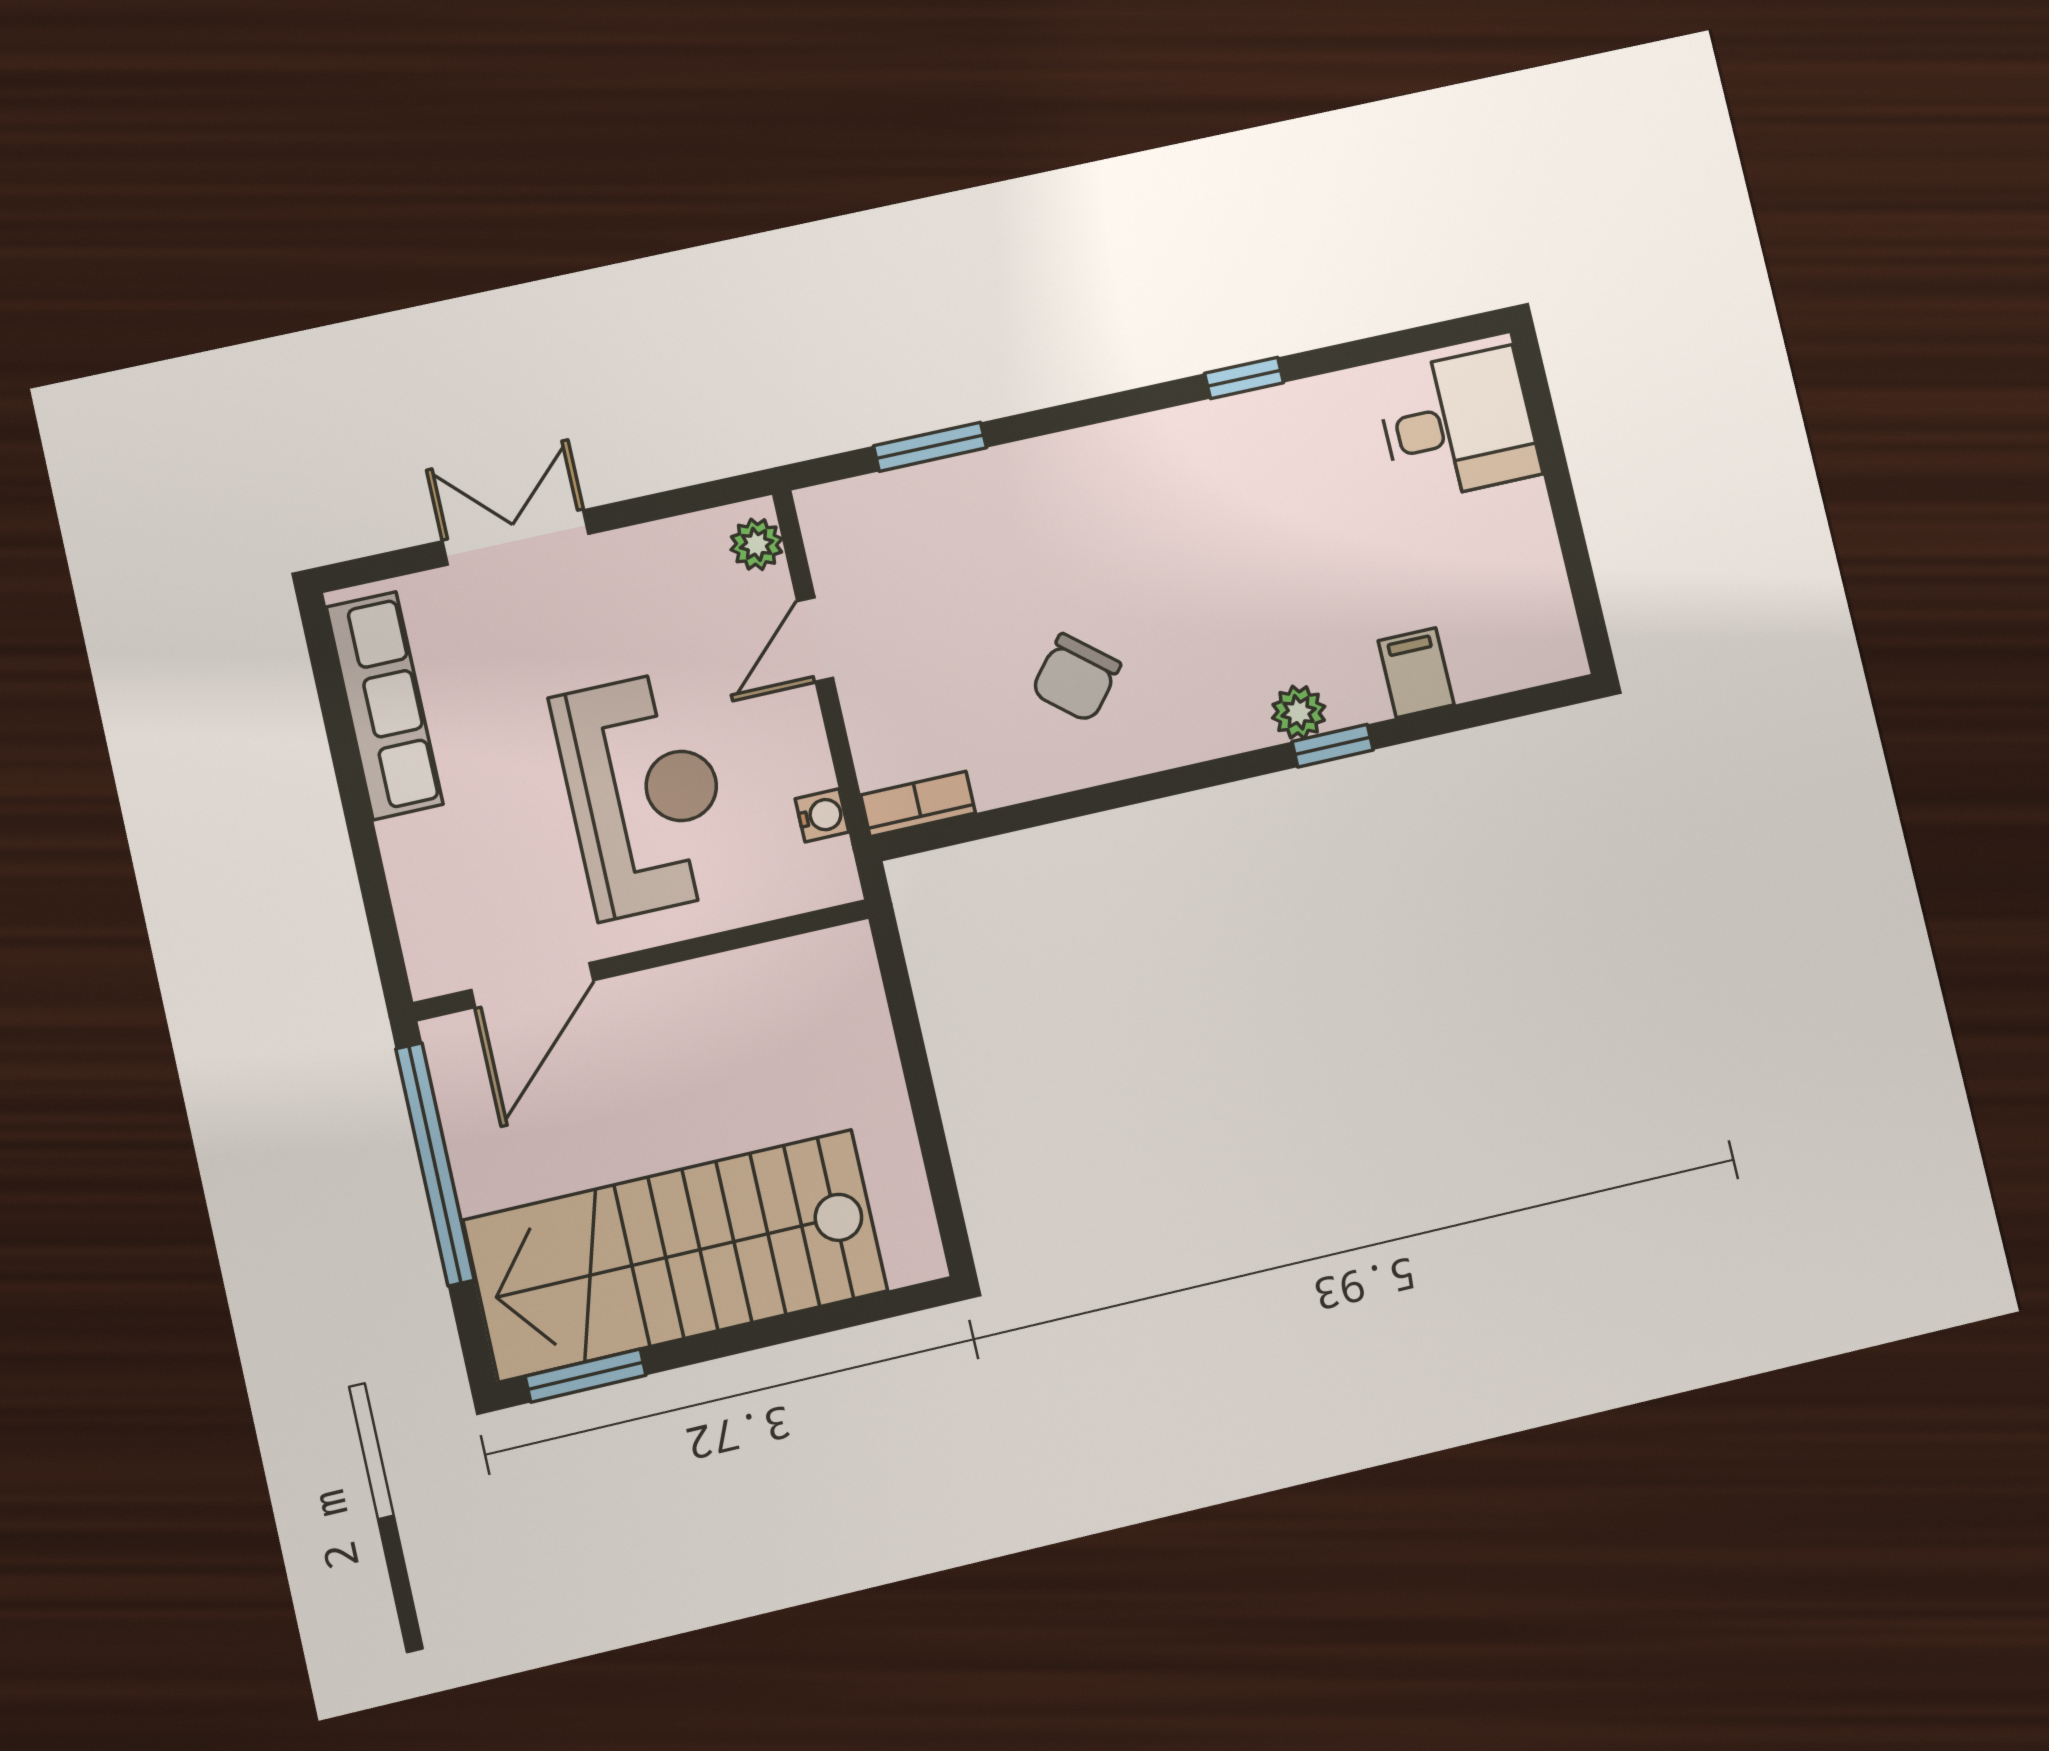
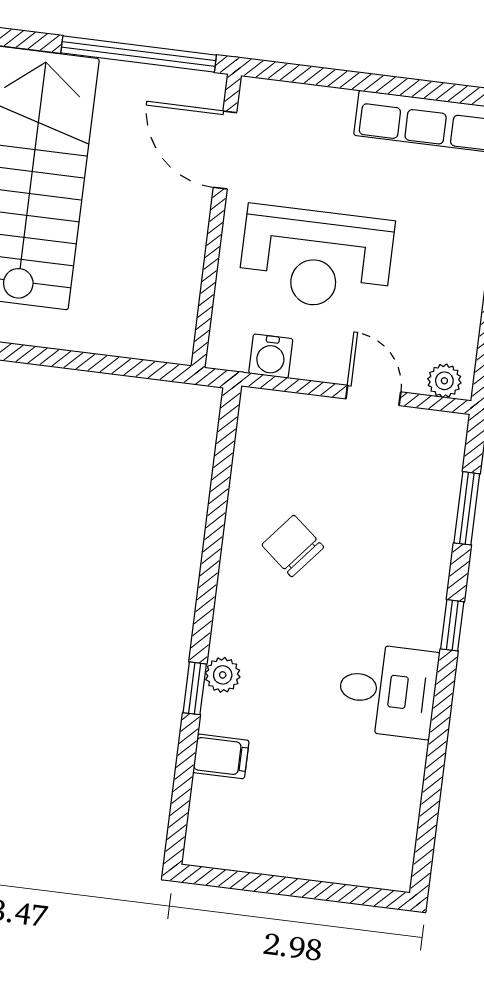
window: (1244, 378) -> (452, 625), moved
desk: (1458, 424) -> (388, 691), moved, turned -90
bookcase: (918, 804) -> (250, 422), removed
water cooler: (822, 815) -> (271, 356), width x1.38, depth x1.38

